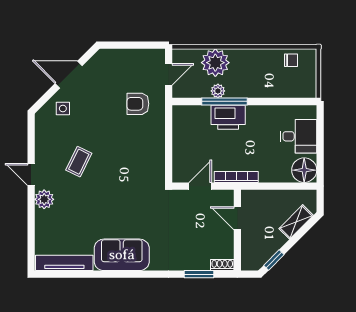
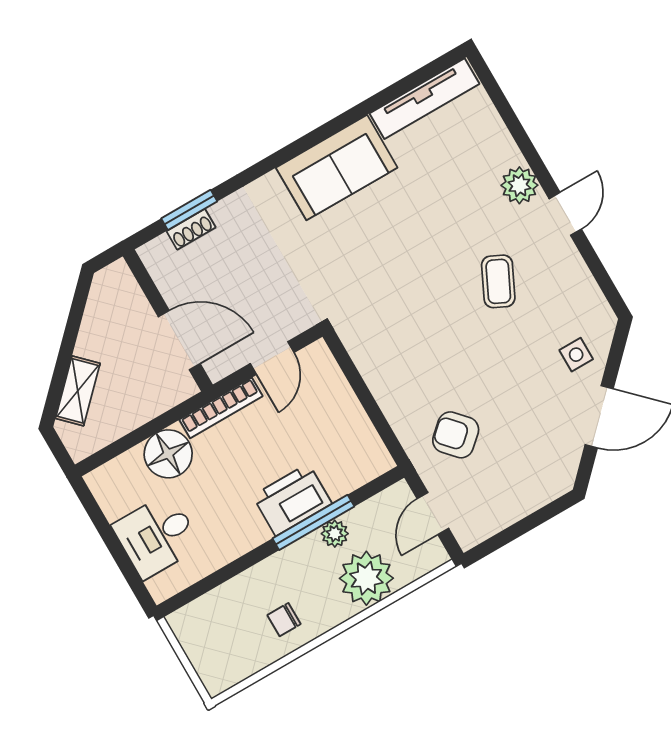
chair: (291, 60) -> (284, 620), moved
armchair: (138, 104) -> (456, 435), turned -132
floor lamp: (304, 170) -> (168, 454), moved
door: (31, 175) -> (565, 214), hinge flipped
door: (237, 218) -> (179, 340), width x1.38
window: (274, 260) -> (78, 306), removed
shoe rack: (222, 265) -> (191, 229), moved

